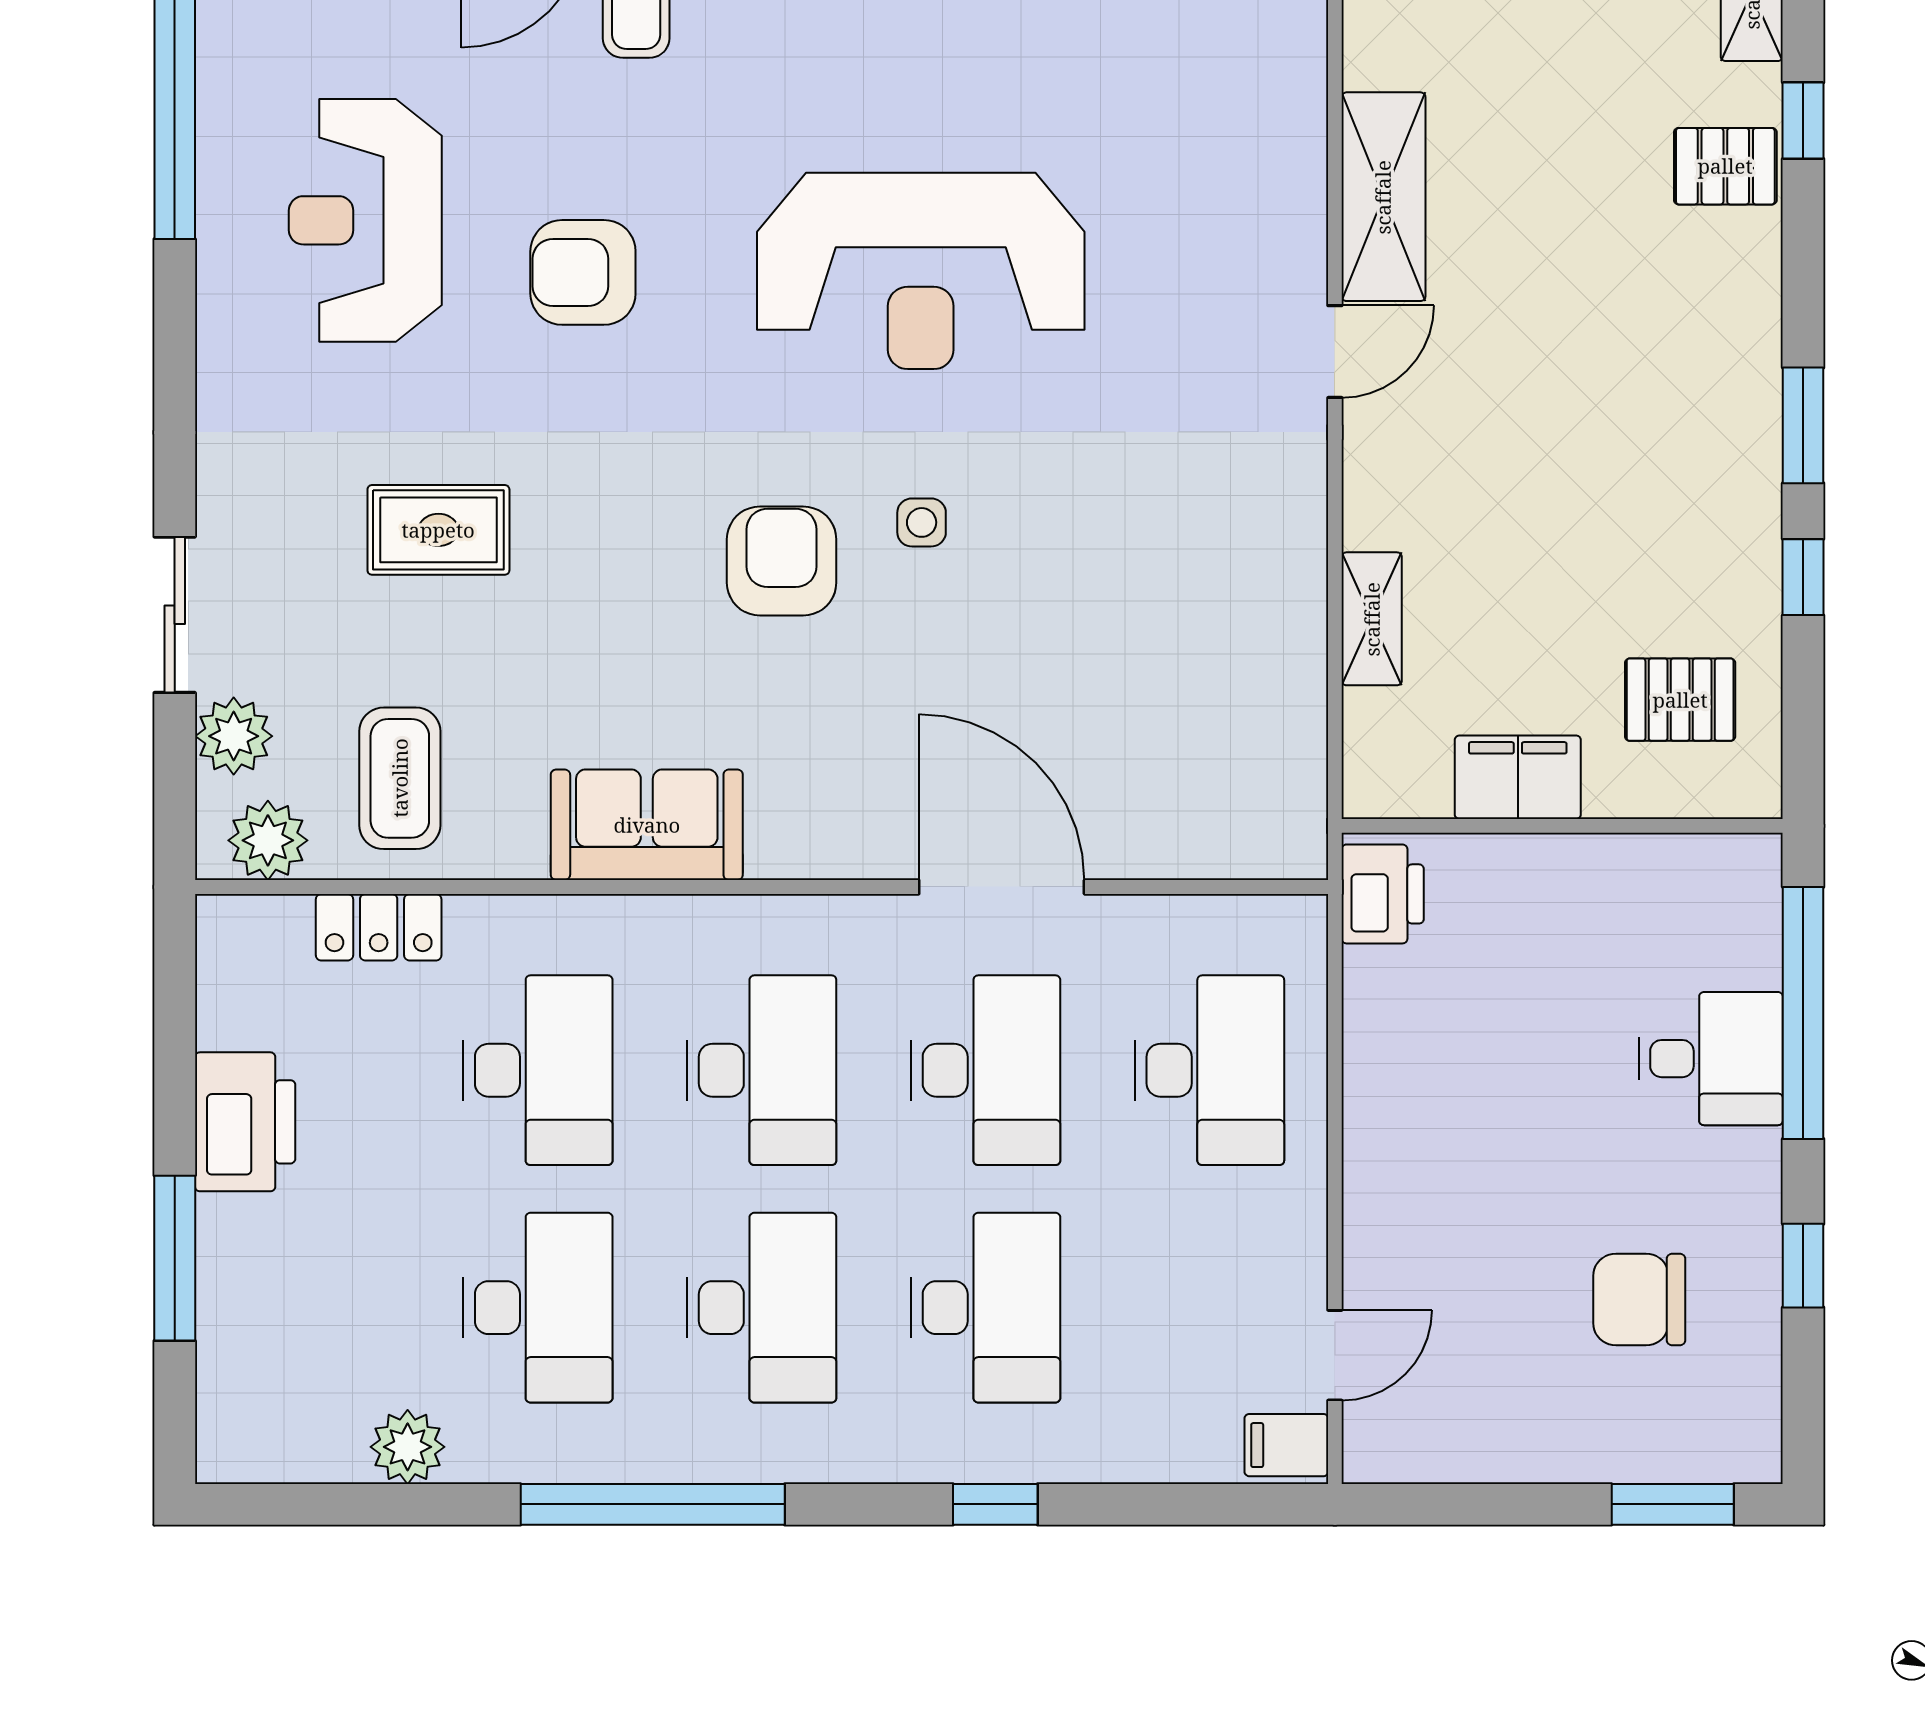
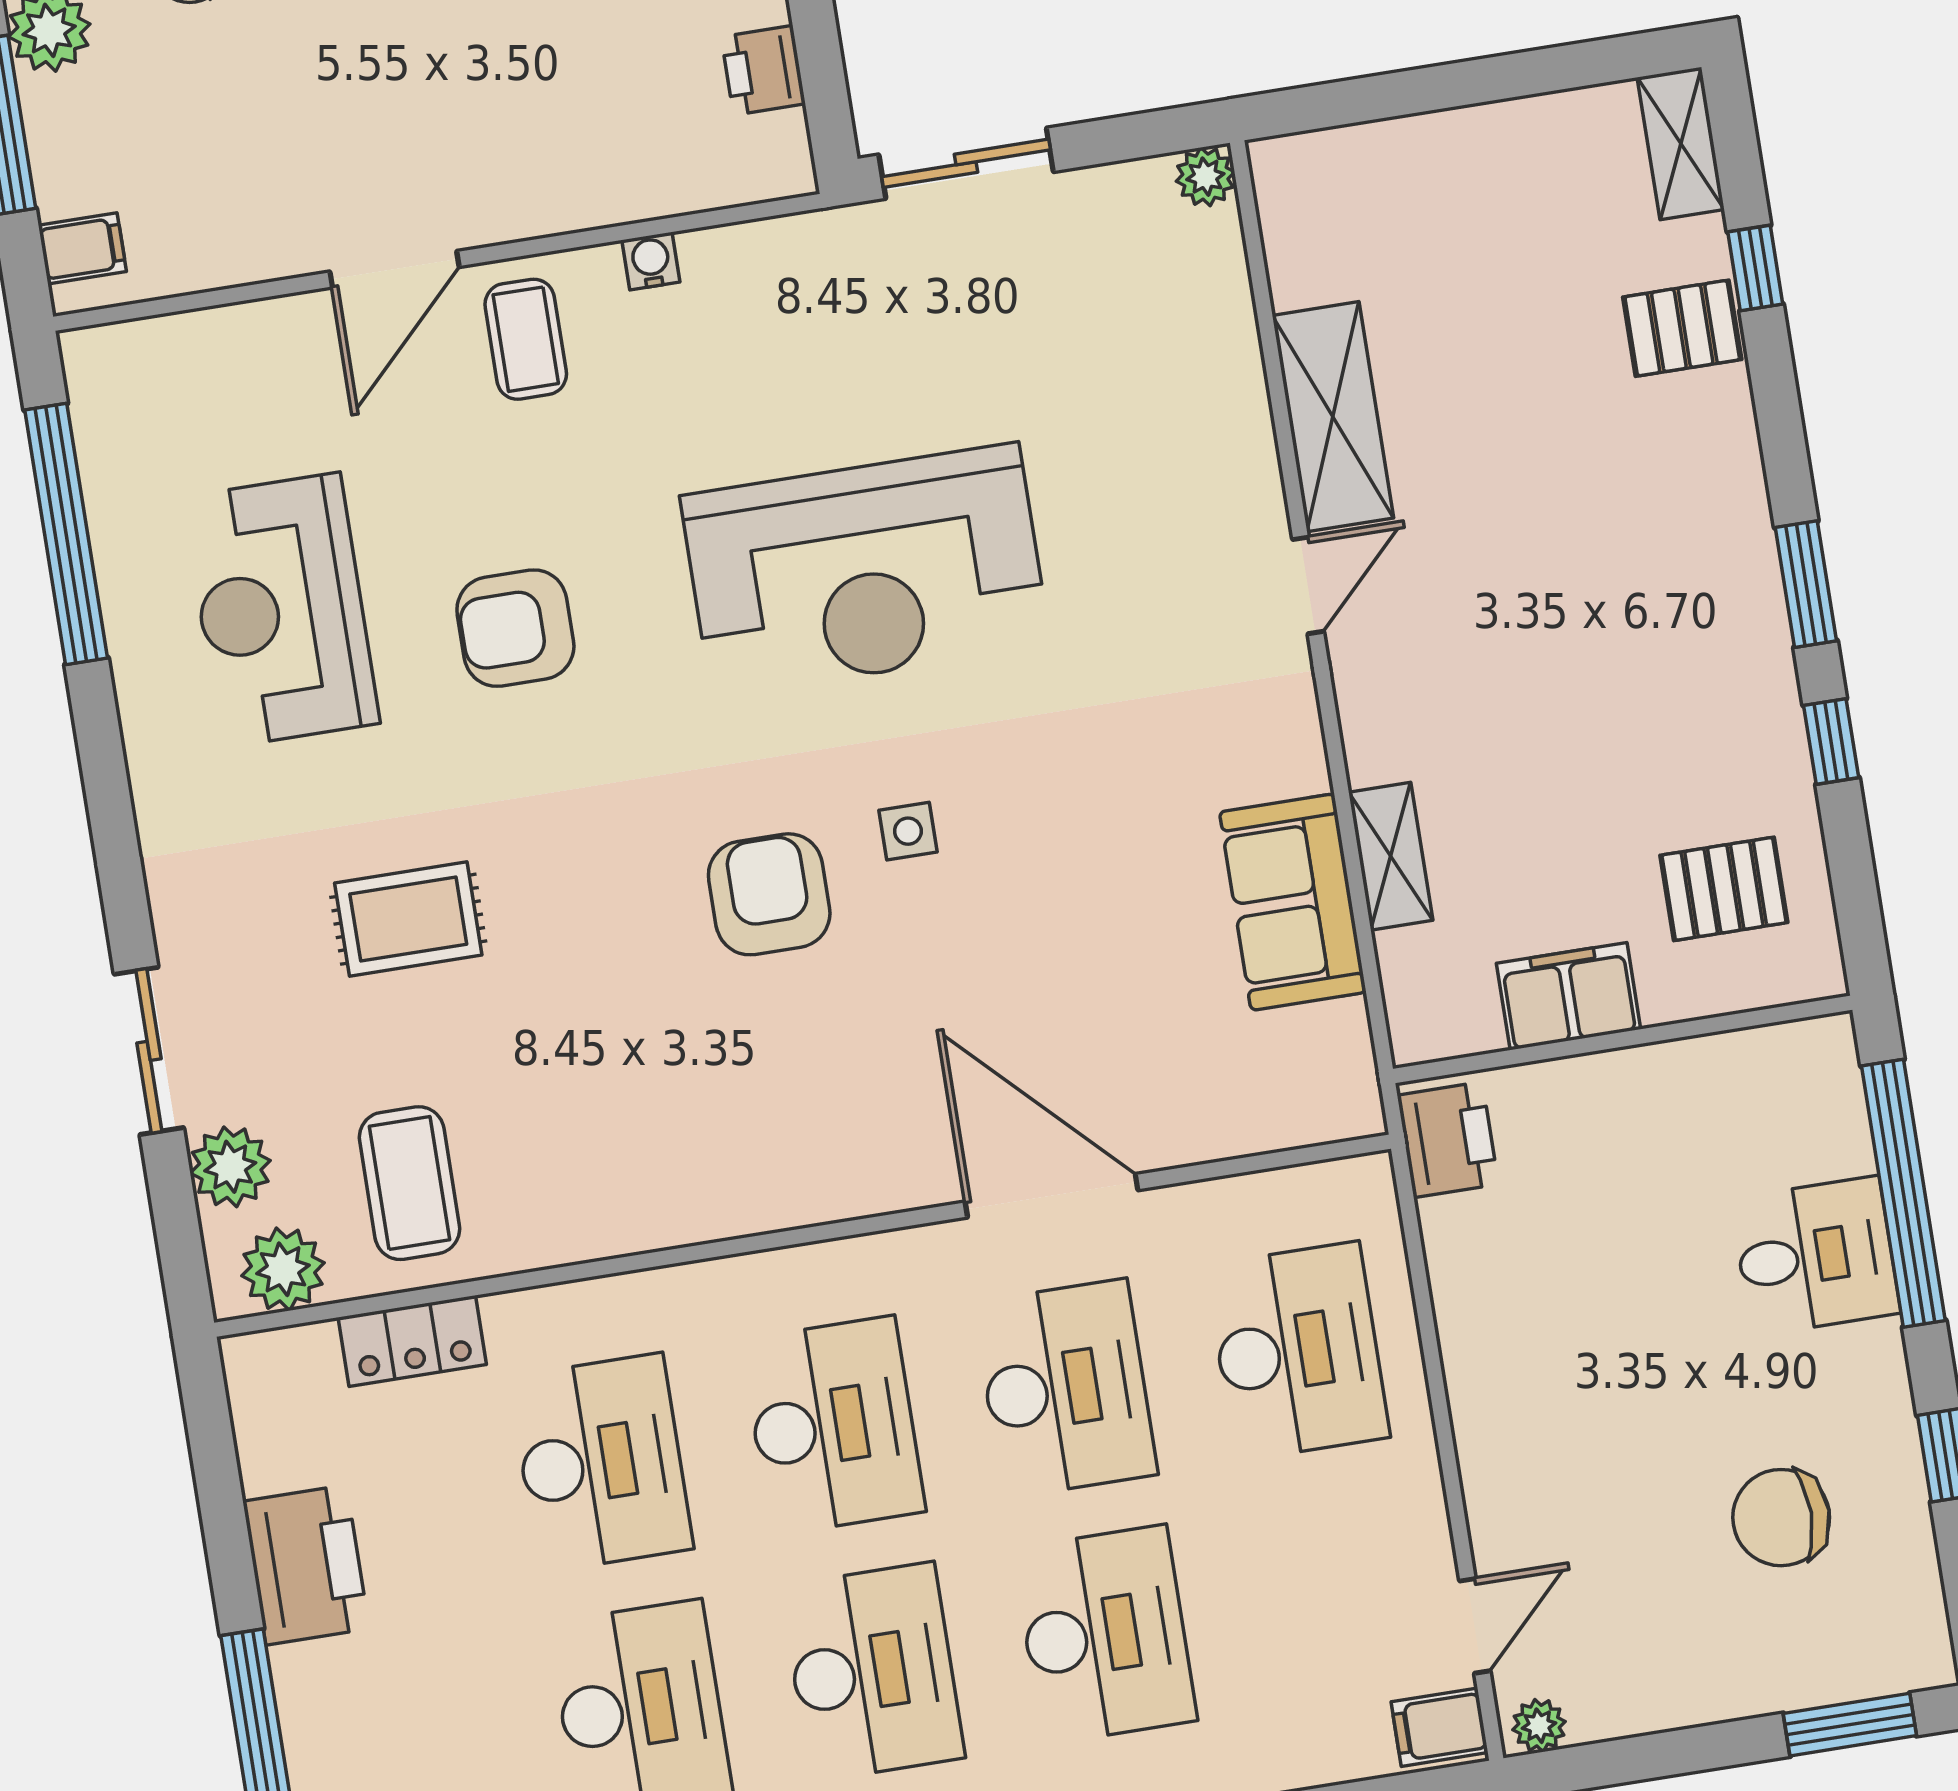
sofa: (647, 825) -> (1293, 902), moved, turned -90
plant: (1380, 1459) -> (1539, 1726), added

